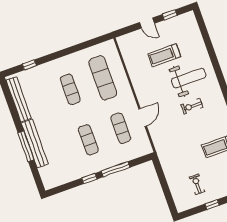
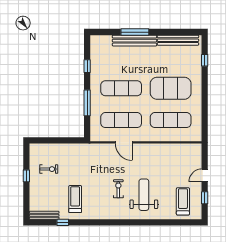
treadmill: (164, 55) -> (183, 201), moved
weight bench: (189, 78) -> (144, 195), turned 180
exercise mat: (70, 89) -> (171, 88), width x2.00, depth x1.45
exercise mat: (121, 128) -> (121, 120), width x1.36, depth x1.45
exercise mat: (88, 140) -> (121, 88), width x1.36, depth x1.45
window: (89, 179) -> (87, 66), moved

